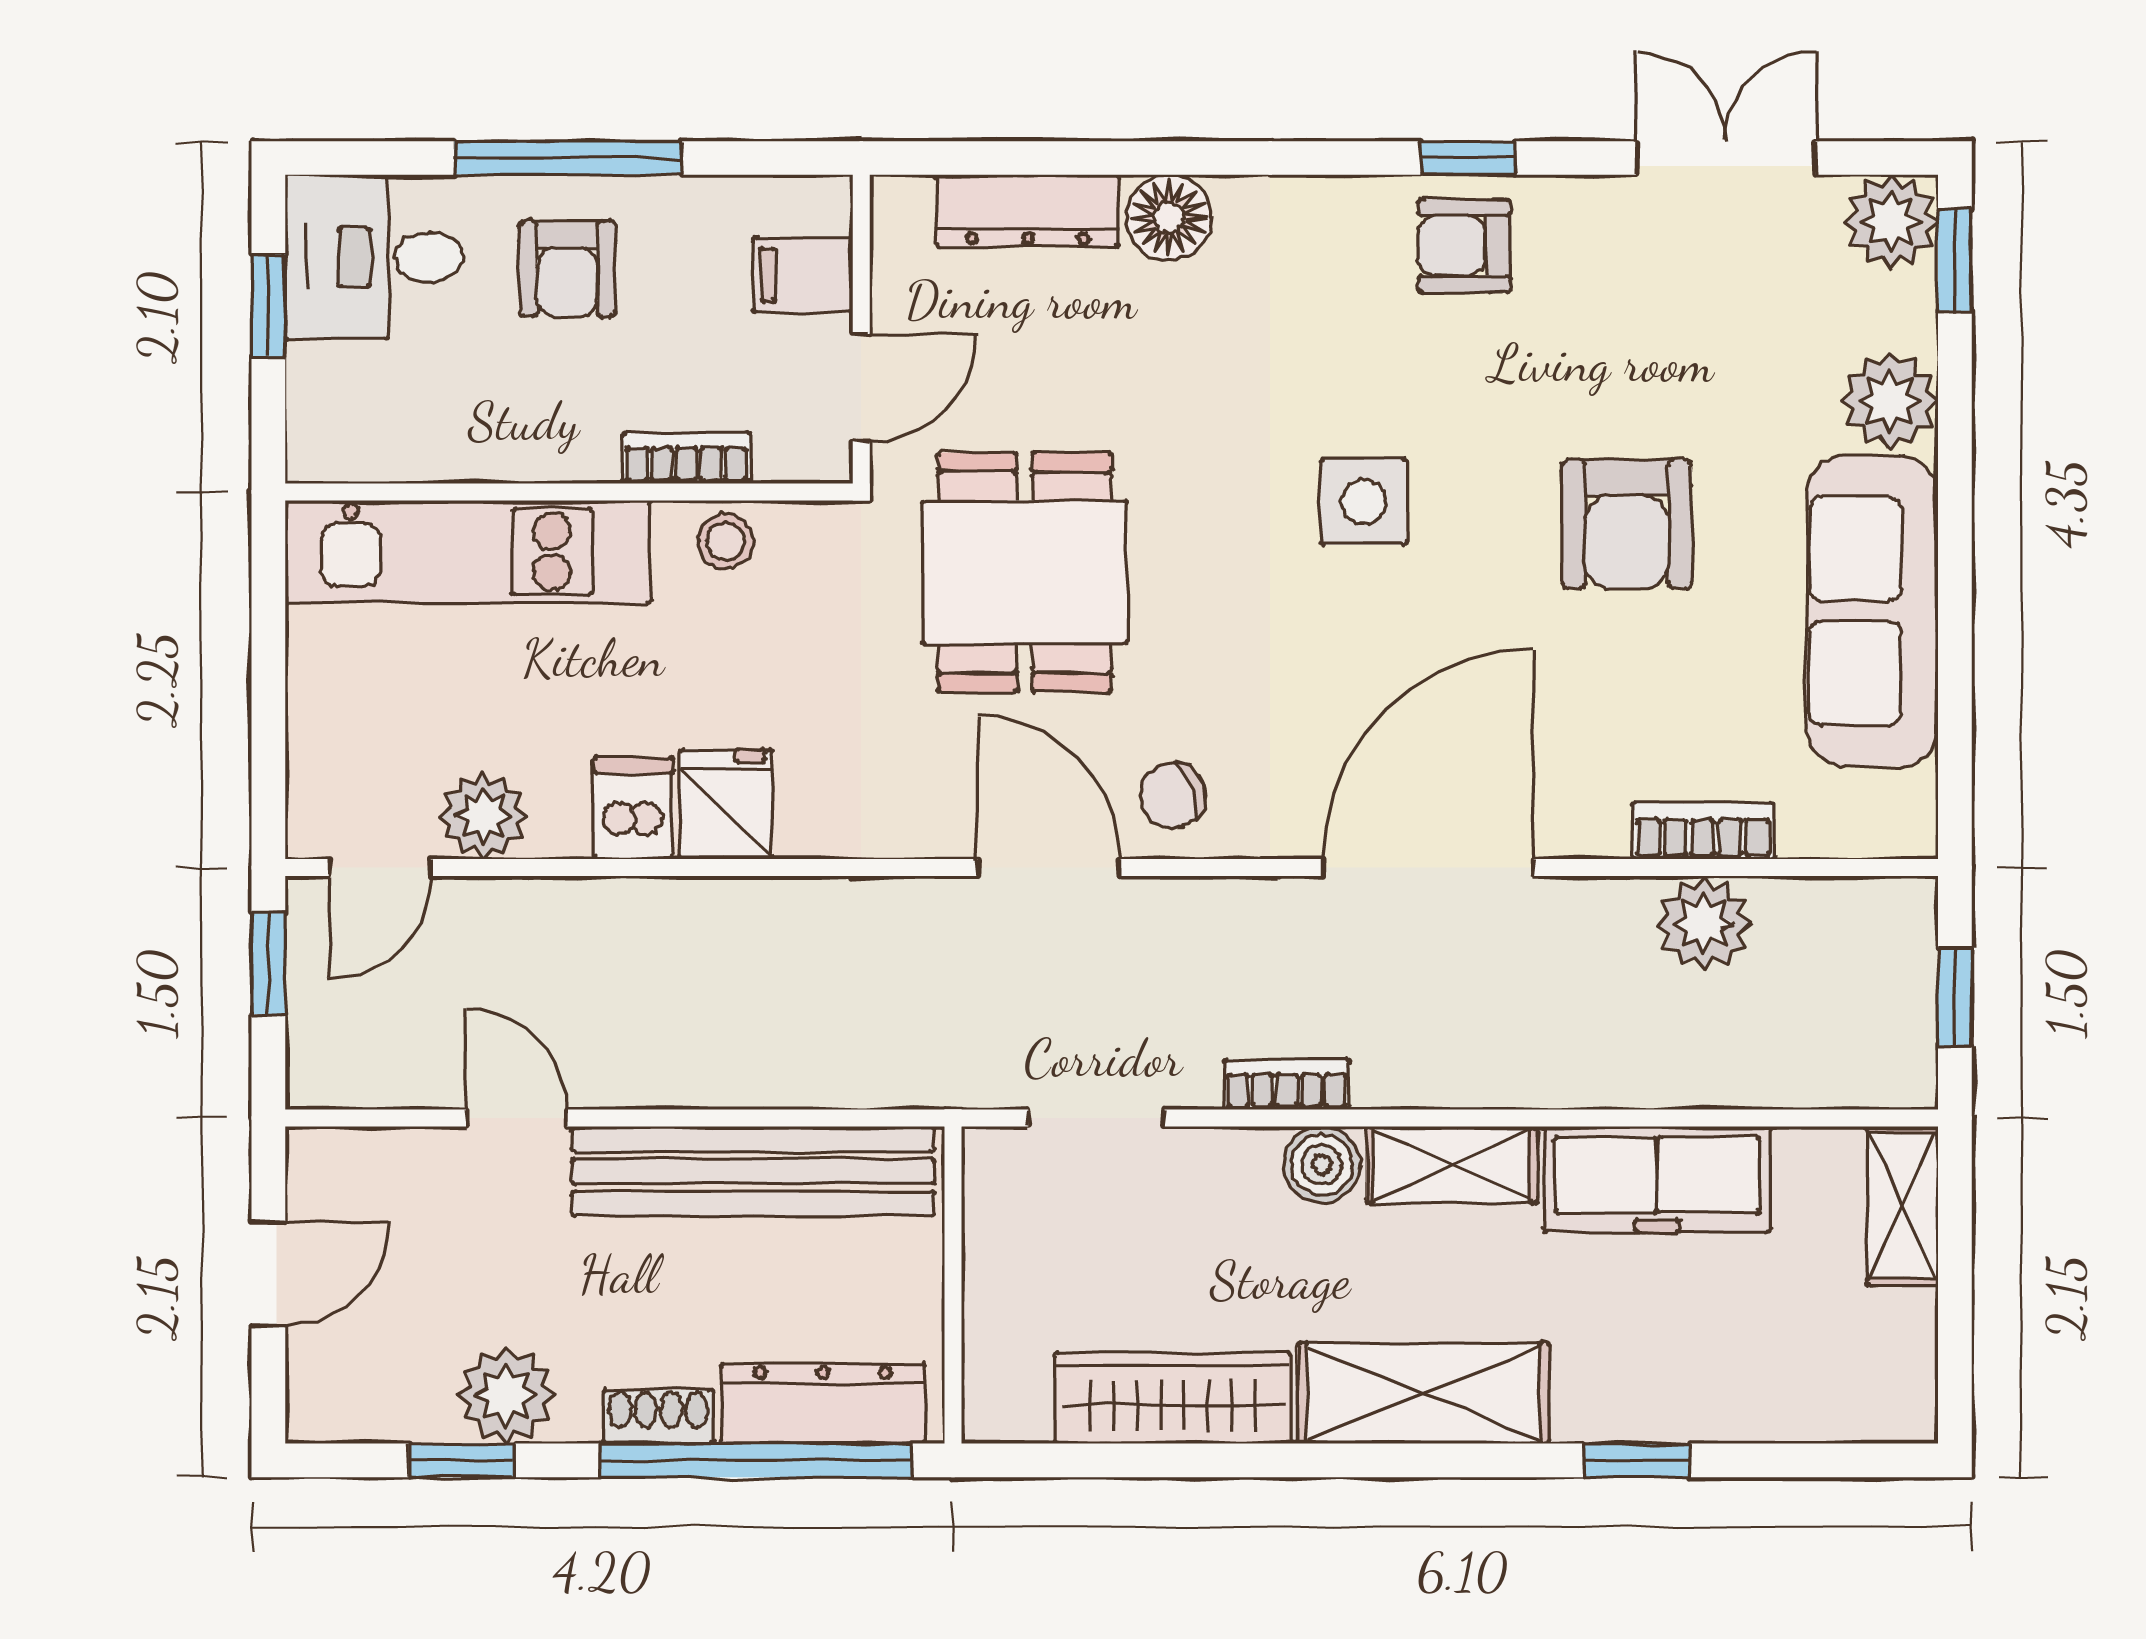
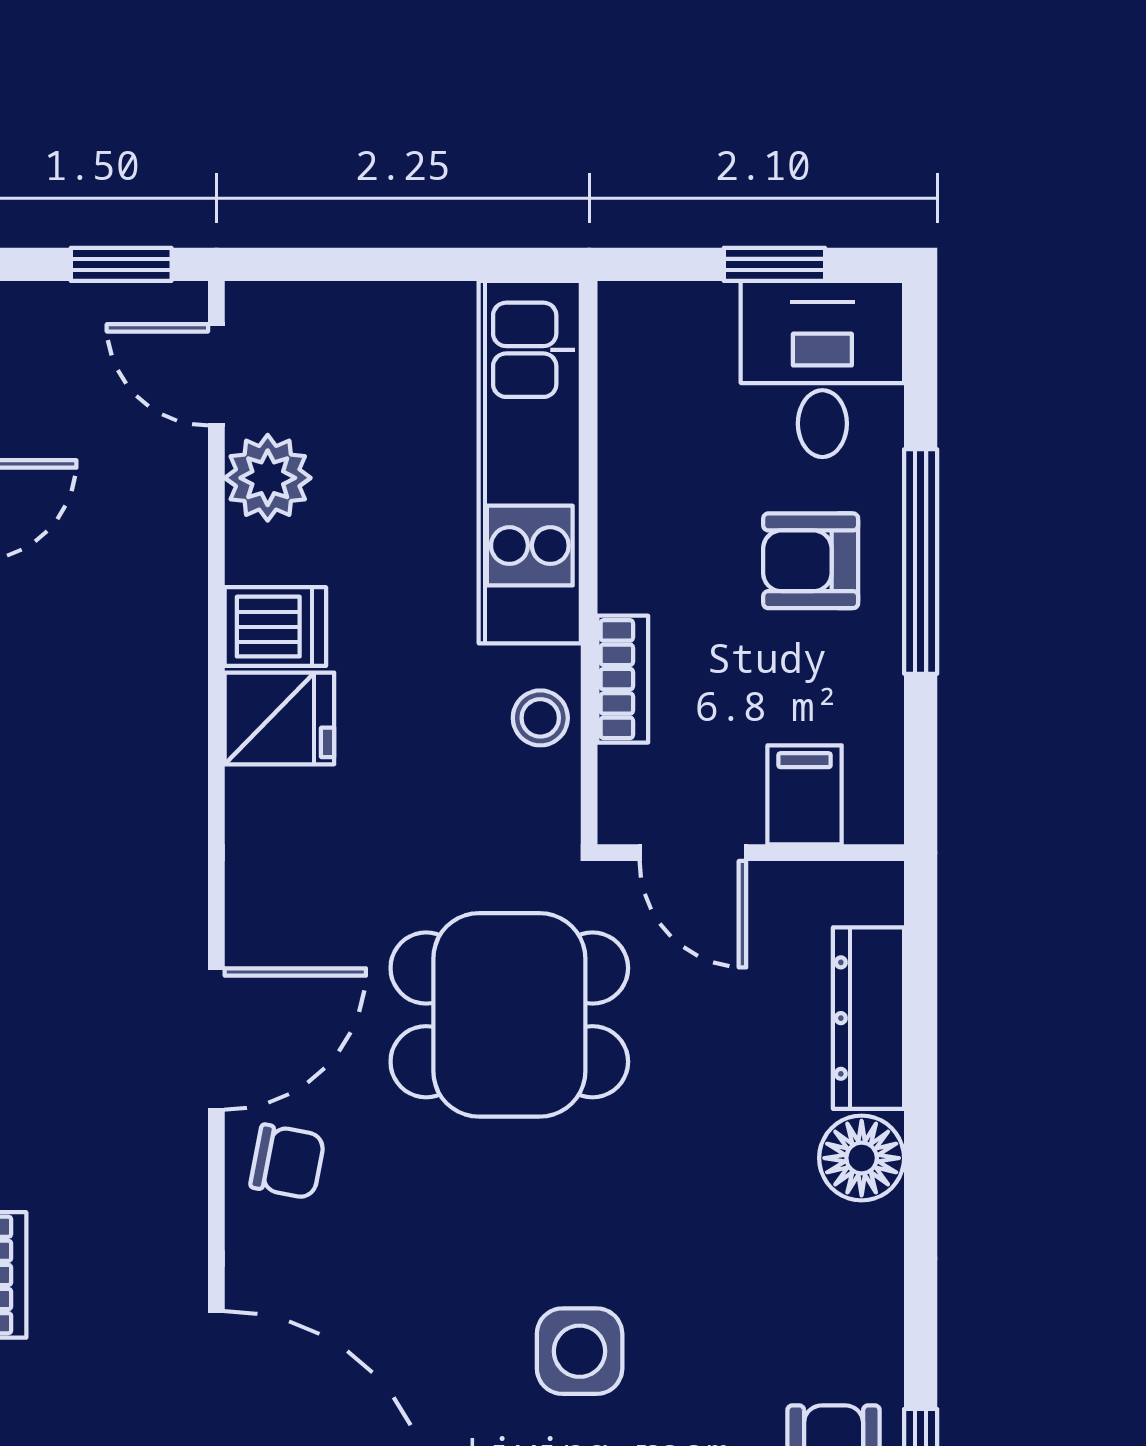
chair: (1172, 796) -> (287, 1161), turned 120

